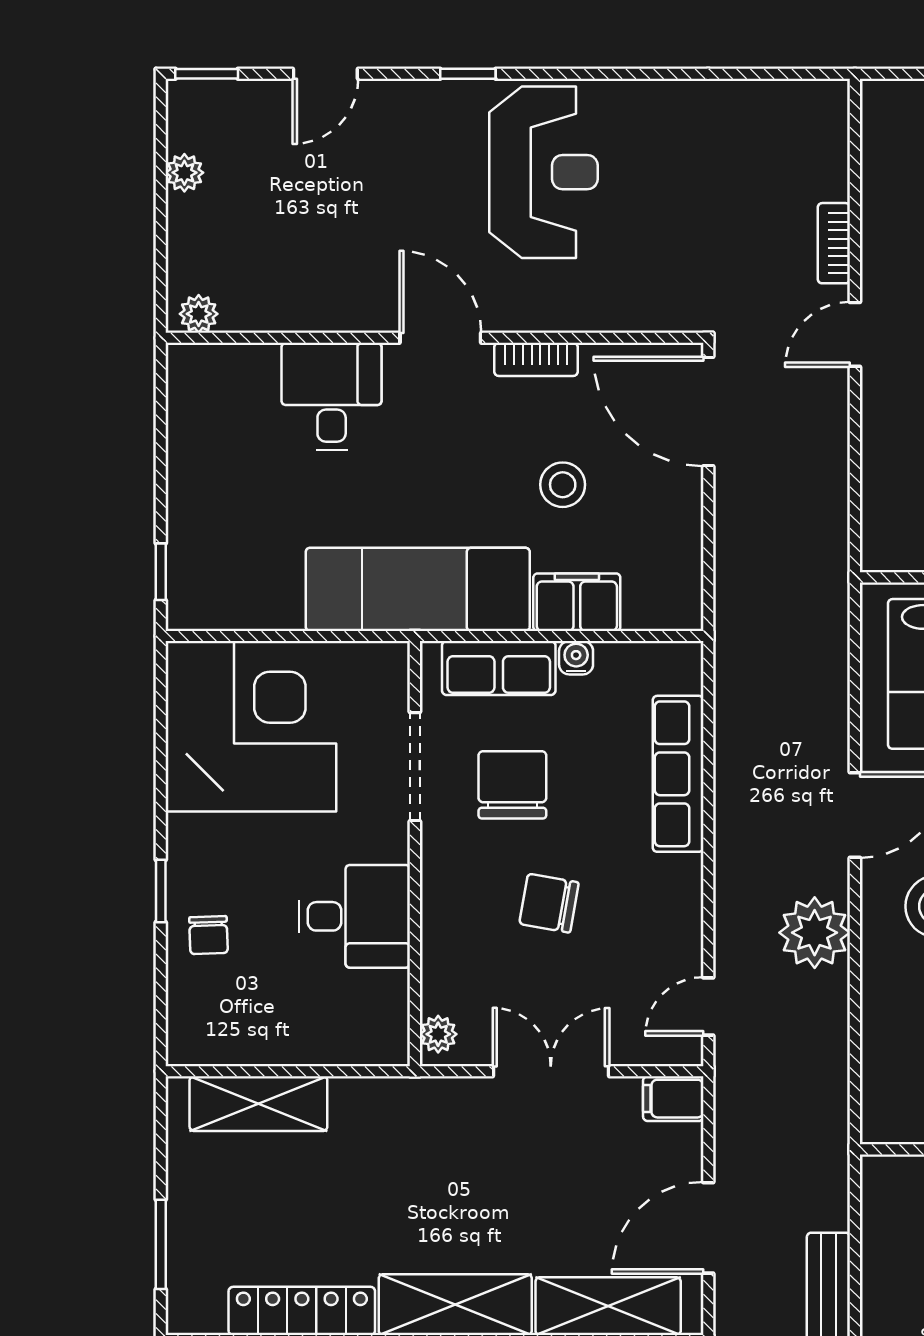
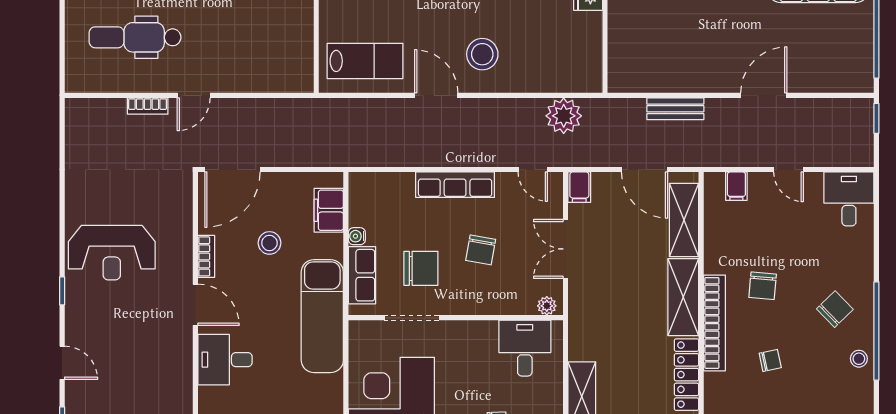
reception desk: (543, 172) -> (112, 253), turned 180
door: (855, 334) -> (194, 95), hinge flipped
door: (440, 338) -> (195, 305), swing flipped
filing cabinet: (577, 602) -> (329, 210), moved
row of seats: (678, 774) -> (455, 185), moved
chair: (512, 785) -> (421, 268), turned 180
desk: (354, 916) -> (525, 348), moved
plant: (815, 933) -> (564, 116), moved

